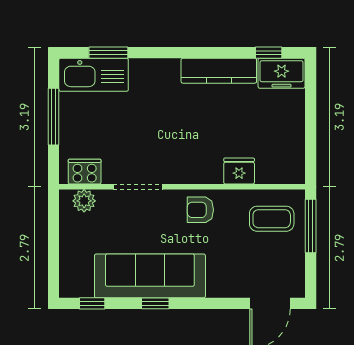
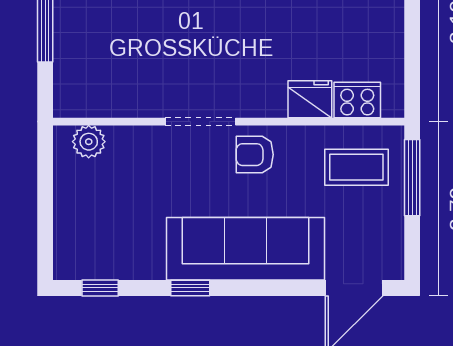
cooker: (85, 172) -> (357, 100), moved
doorway: (138, 187) -> (200, 122), moved
sofa: (150, 276) -> (245, 249), moved

